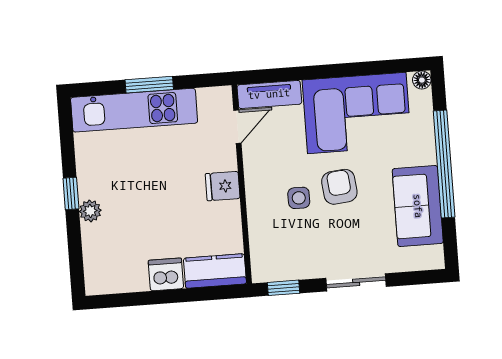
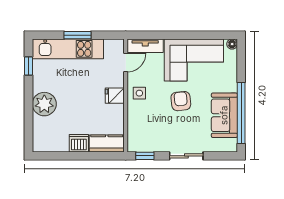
window: (444, 164) -> (241, 113), moved
window: (71, 194) -> (29, 66), moved
side table: (299, 198) -> (139, 93), moved
plant: (90, 211) -> (44, 104), width x1.87, depth x1.87

